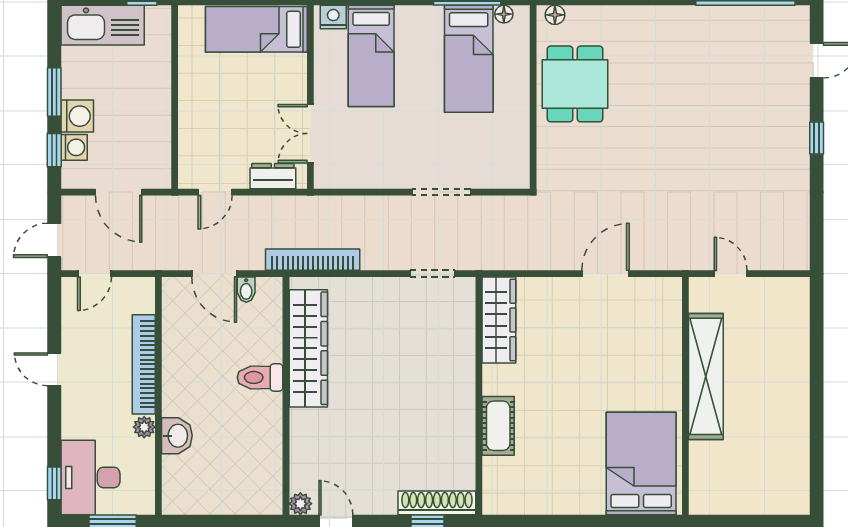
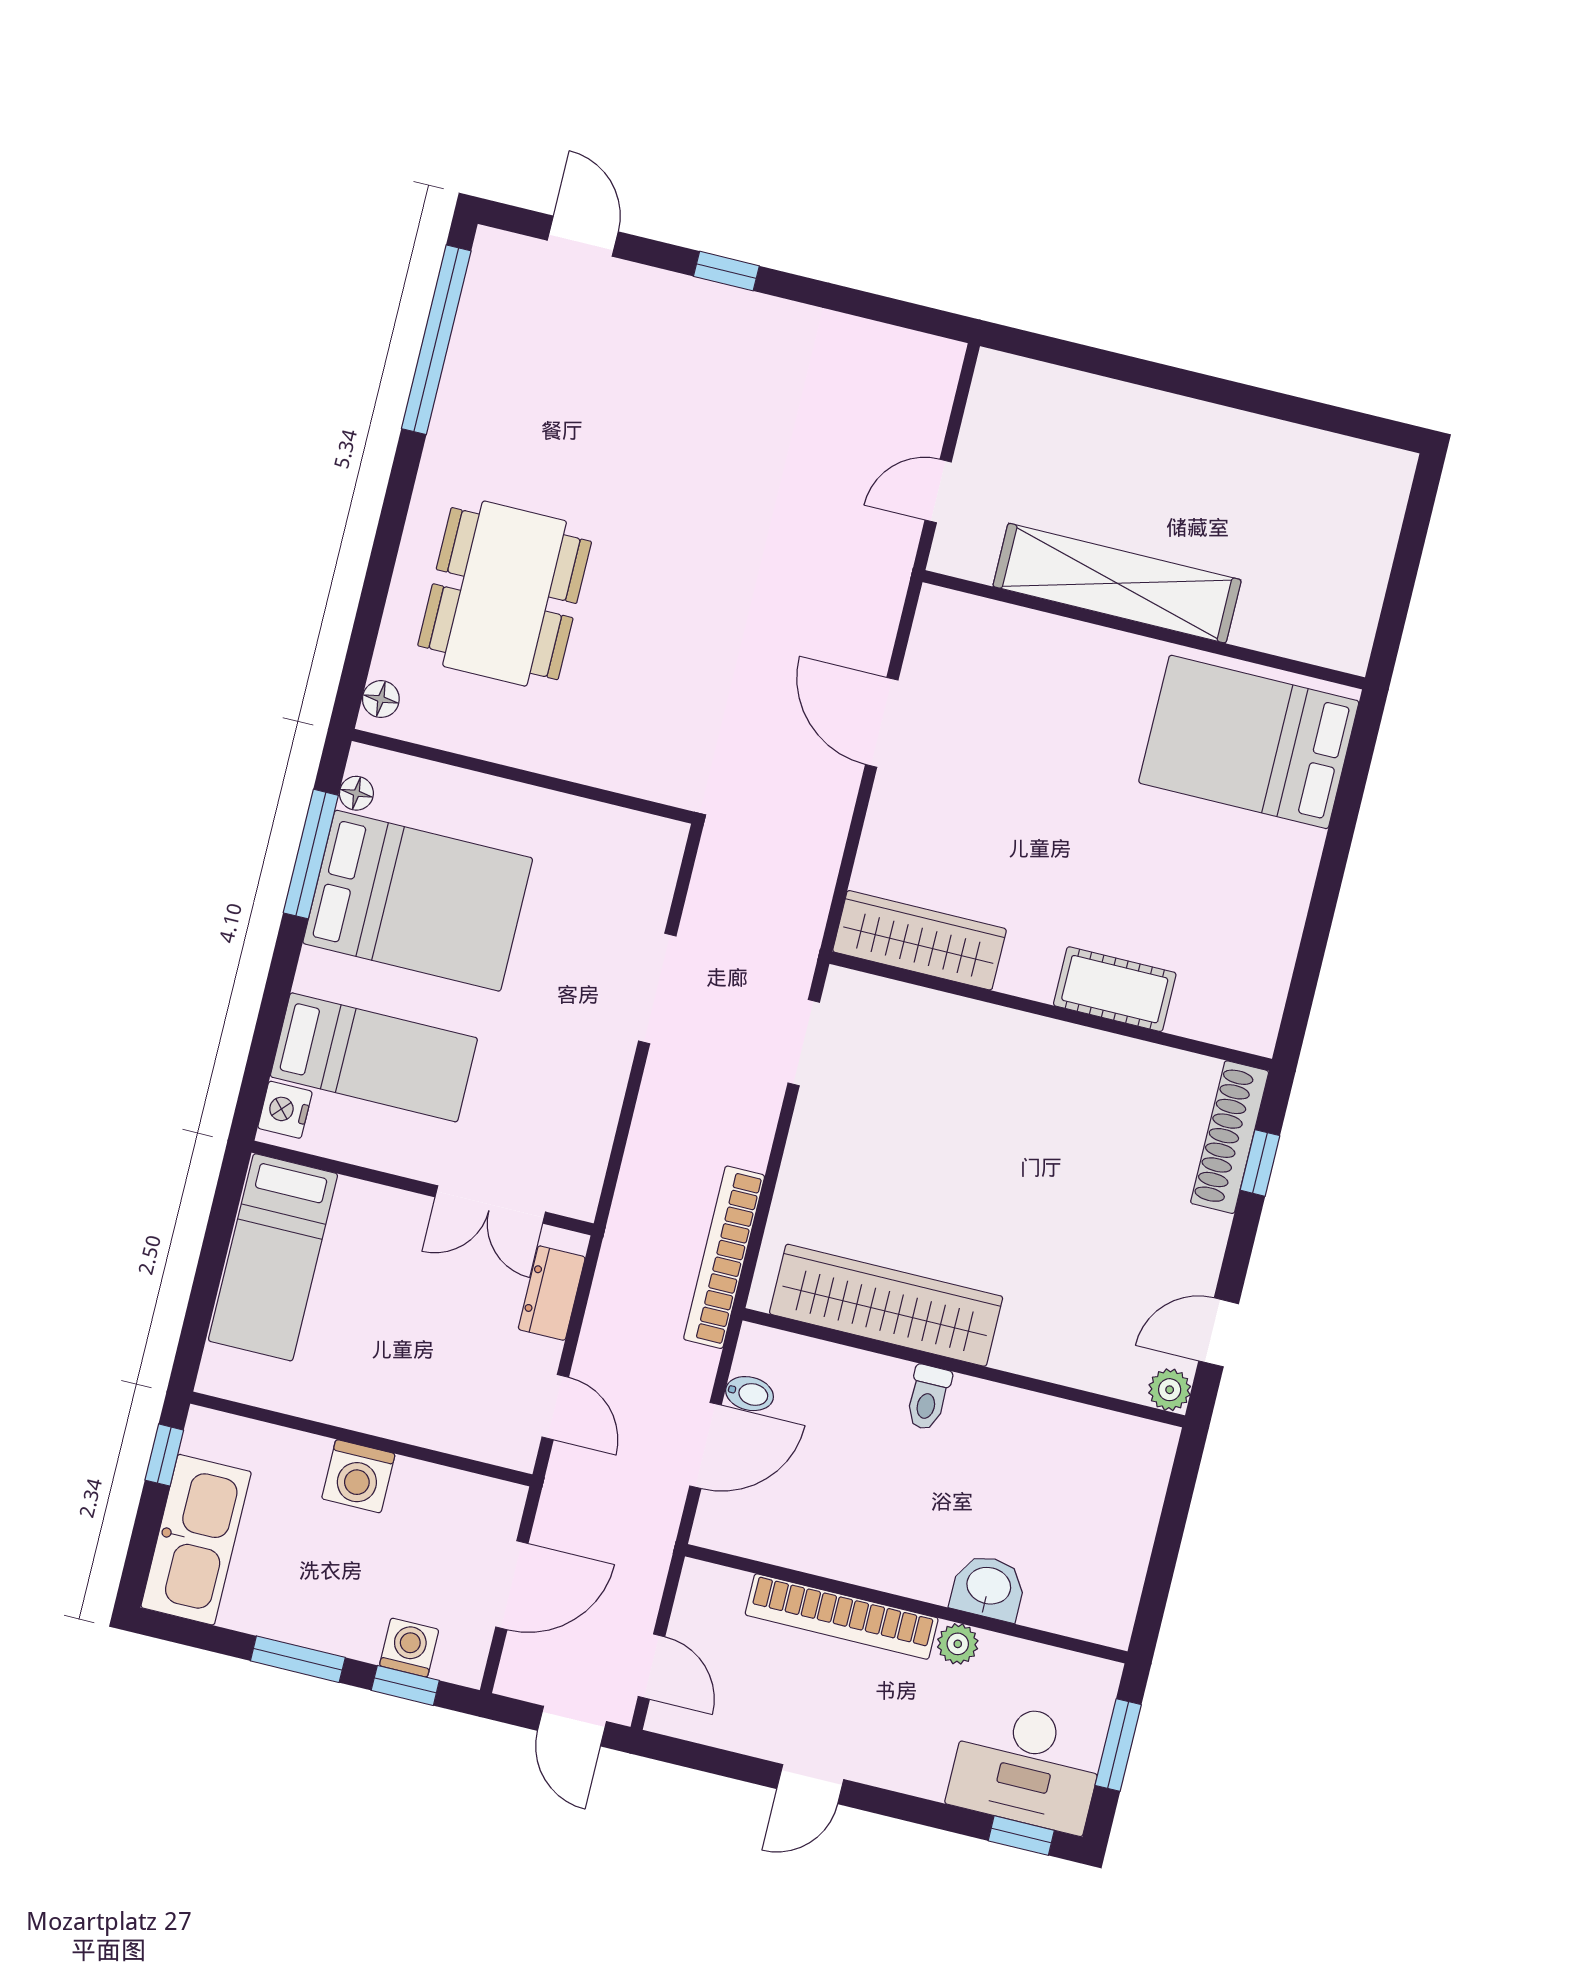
bed: (469, 59) -> (418, 901), width x1.50
dining table: (575, 84) -> (505, 594), moved, width x1.38
washing machine: (77, 116) -> (358, 1476), moved, turned 180
toilet: (260, 377) -> (928, 1398), width x0.73, depth x0.72

